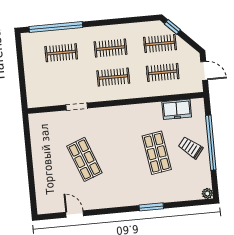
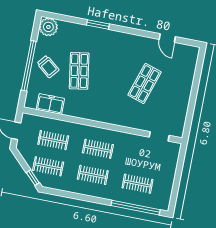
doorway: (77, 107) -> (159, 136), moved
shop shelf: (84, 159) -> (145, 84), turned 39
plant: (207, 193) -> (48, 27), width x1.88, depth x1.88

